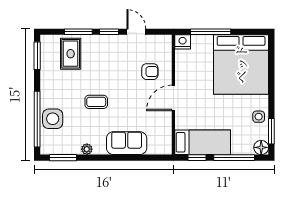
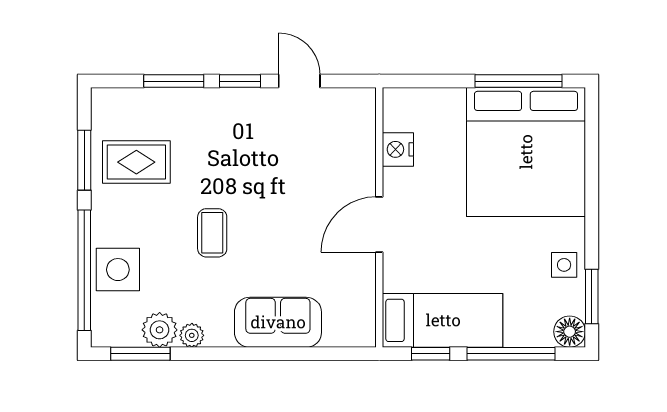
window: (211, 32) -> (518, 81), moved
nightstand: (183, 42) -> (398, 149), moved, turned -90
rug: (71, 54) -> (136, 162), moved, turned 90
window: (37, 56) -> (84, 160), moved
armchair: (150, 72) -> (329, 167), removed
coffee table: (96, 102) -> (212, 233), turned 90
plant: (72, 147) -> (160, 330), added

